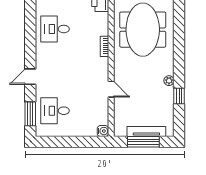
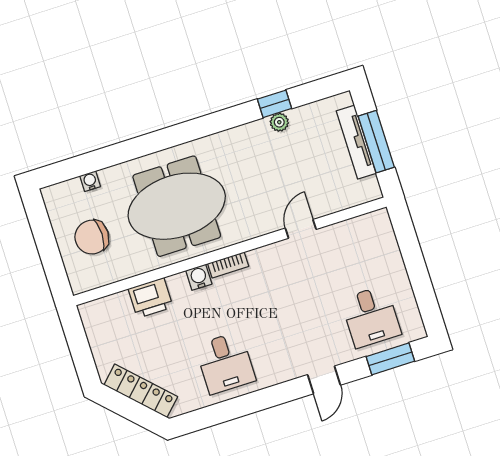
door: (30, 77) -> (324, 380), hinge flipped
plant: (169, 81) -> (279, 122), moved
water cooler: (103, 131) -> (199, 277), moved

